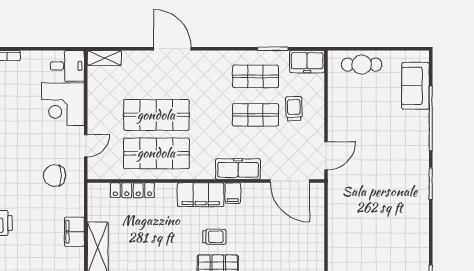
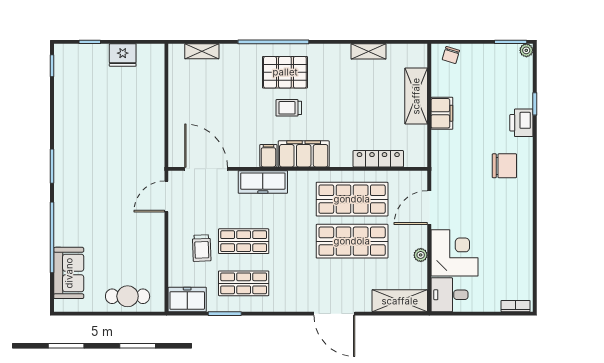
shelving: (104, 58) -> (400, 301), width x1.50, depth x1.33
plant: (94, 102) -> (421, 255), added
door: (86, 146) -> (429, 208), width x1.38
chair: (54, 176) -> (504, 166), moved

